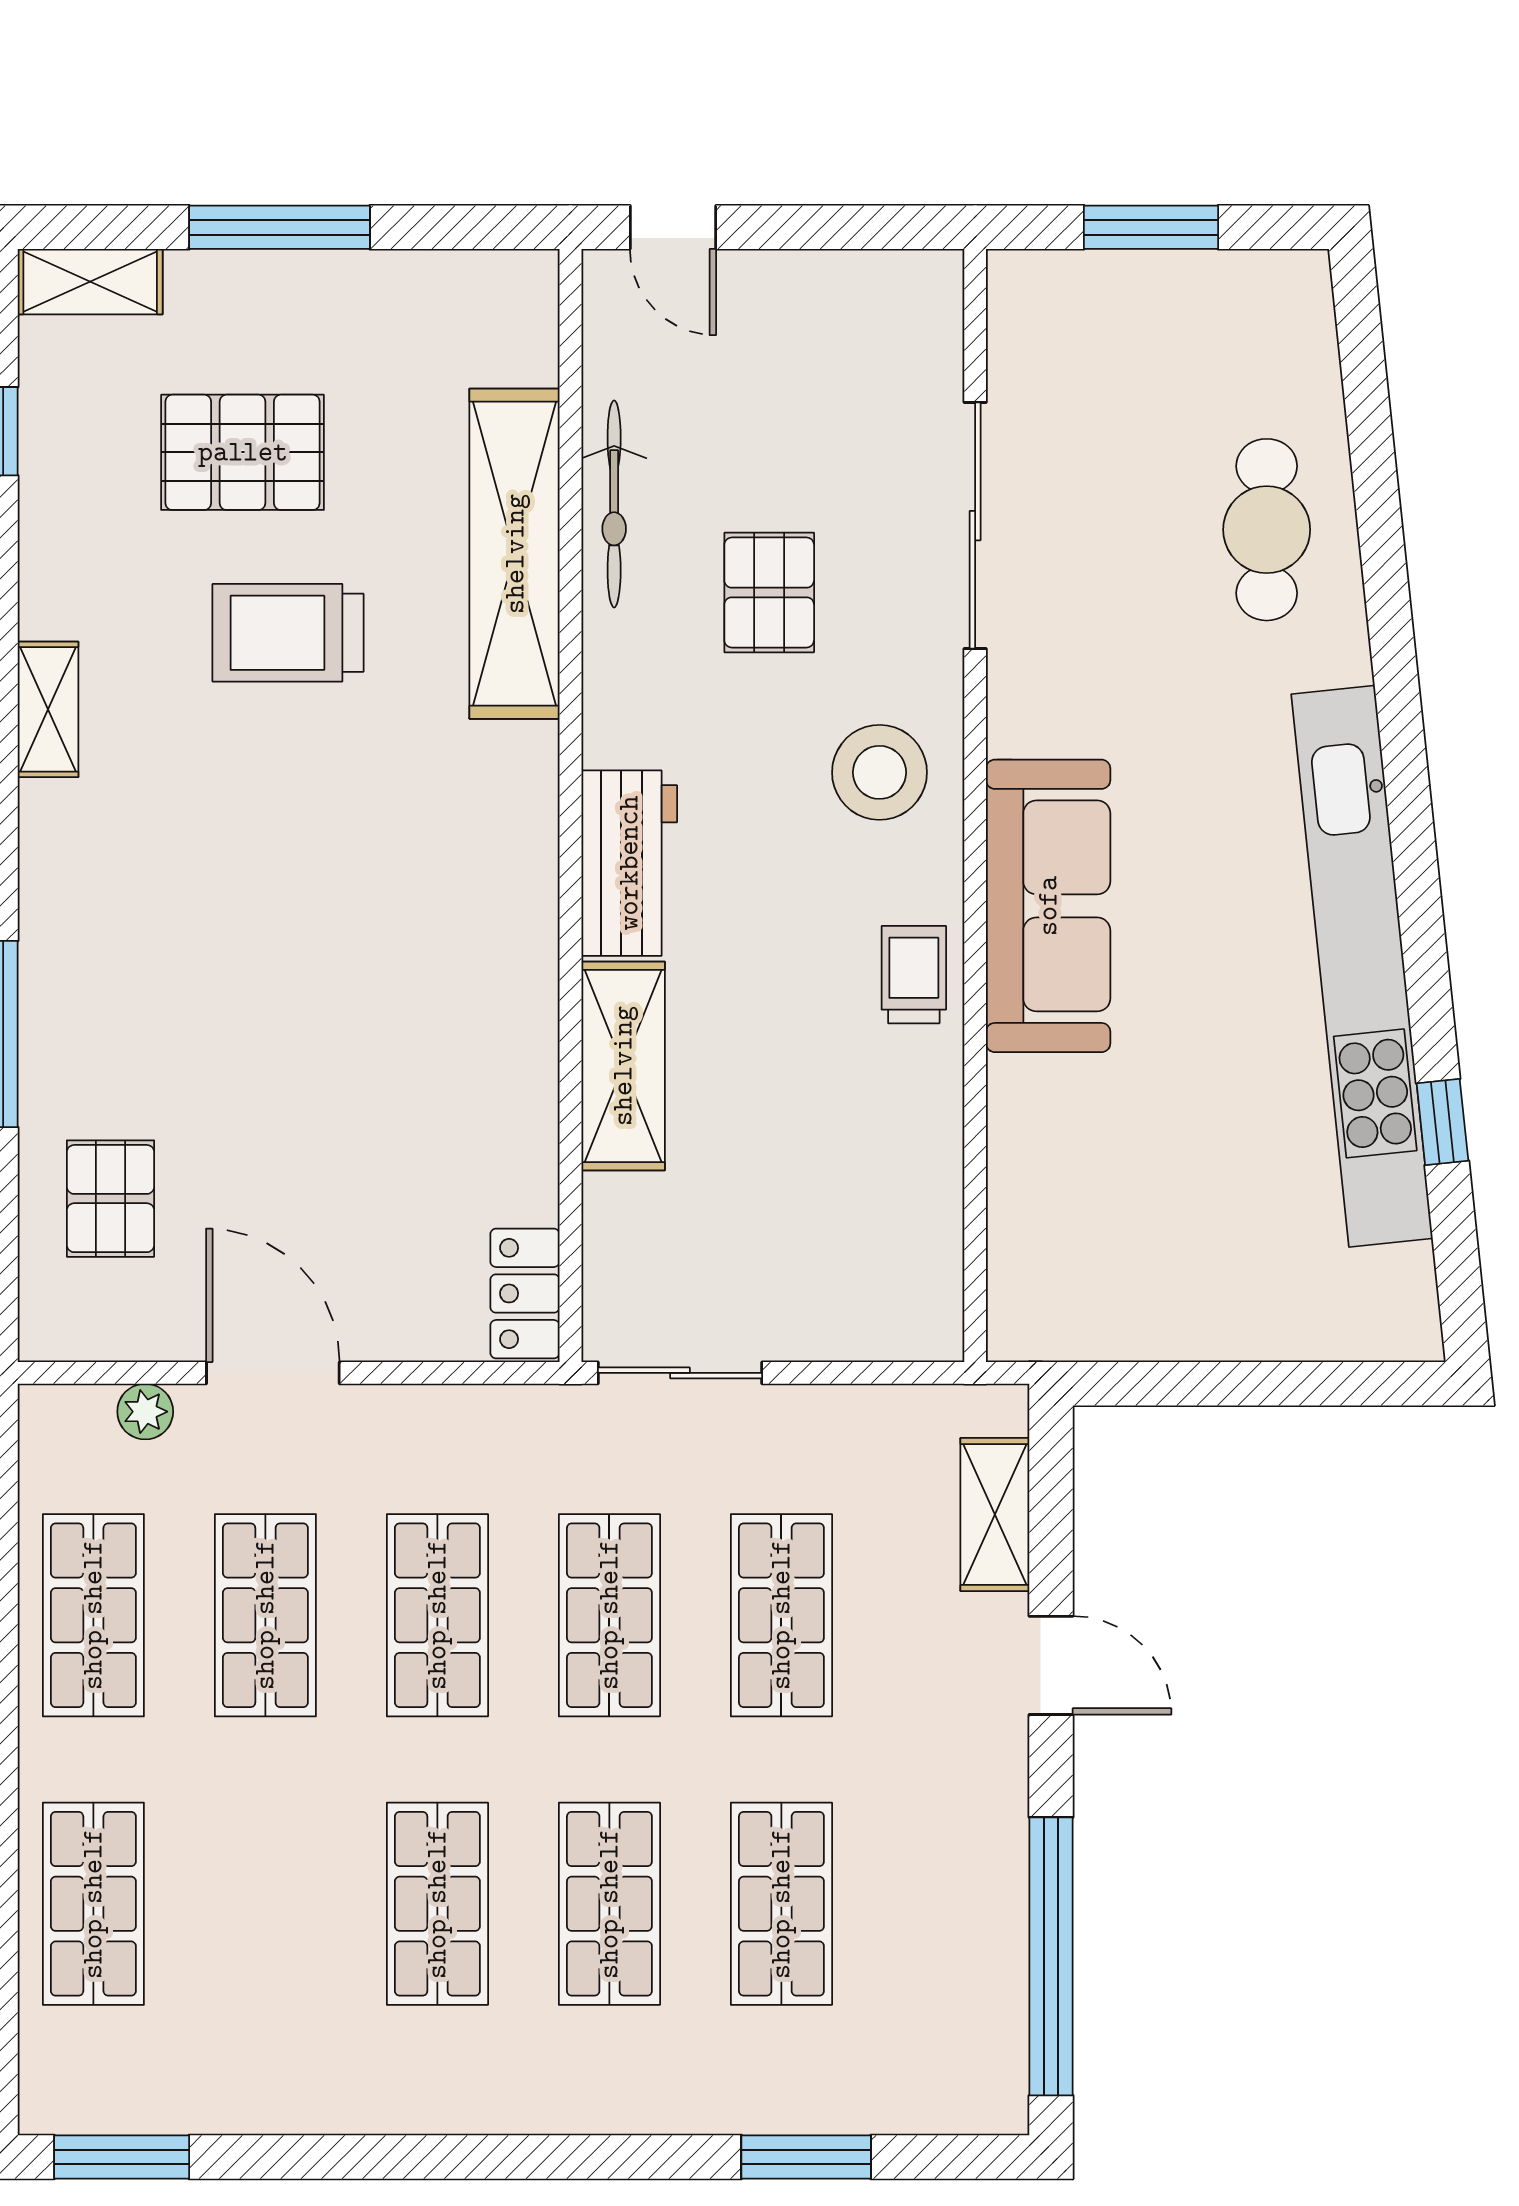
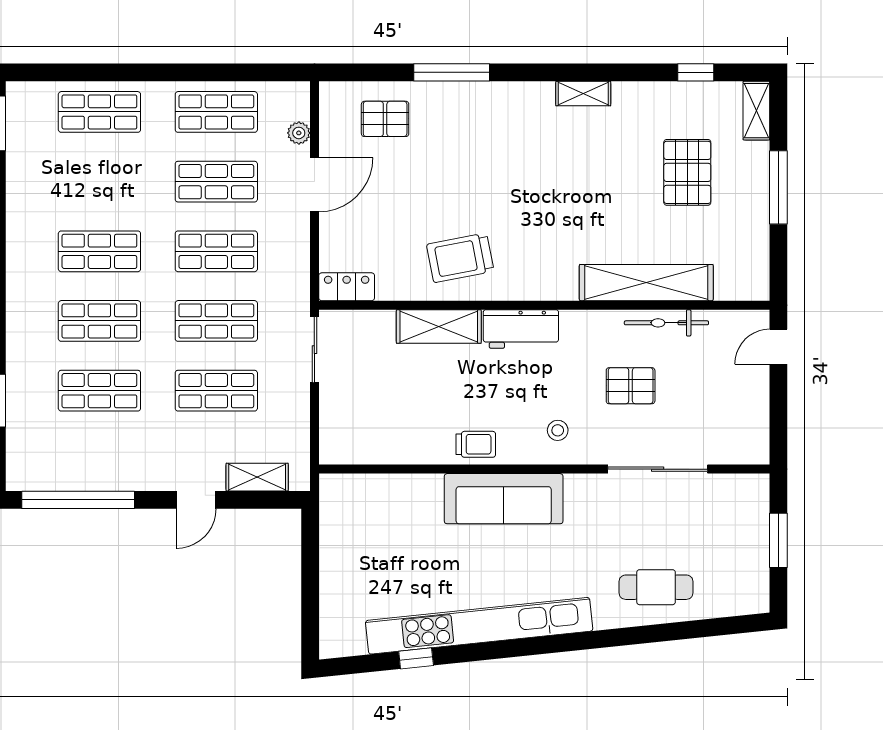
trolley: (288, 633) -> (460, 258), moved, turned -101
stool: (879, 772) -> (558, 430), width x0.53, depth x0.53

